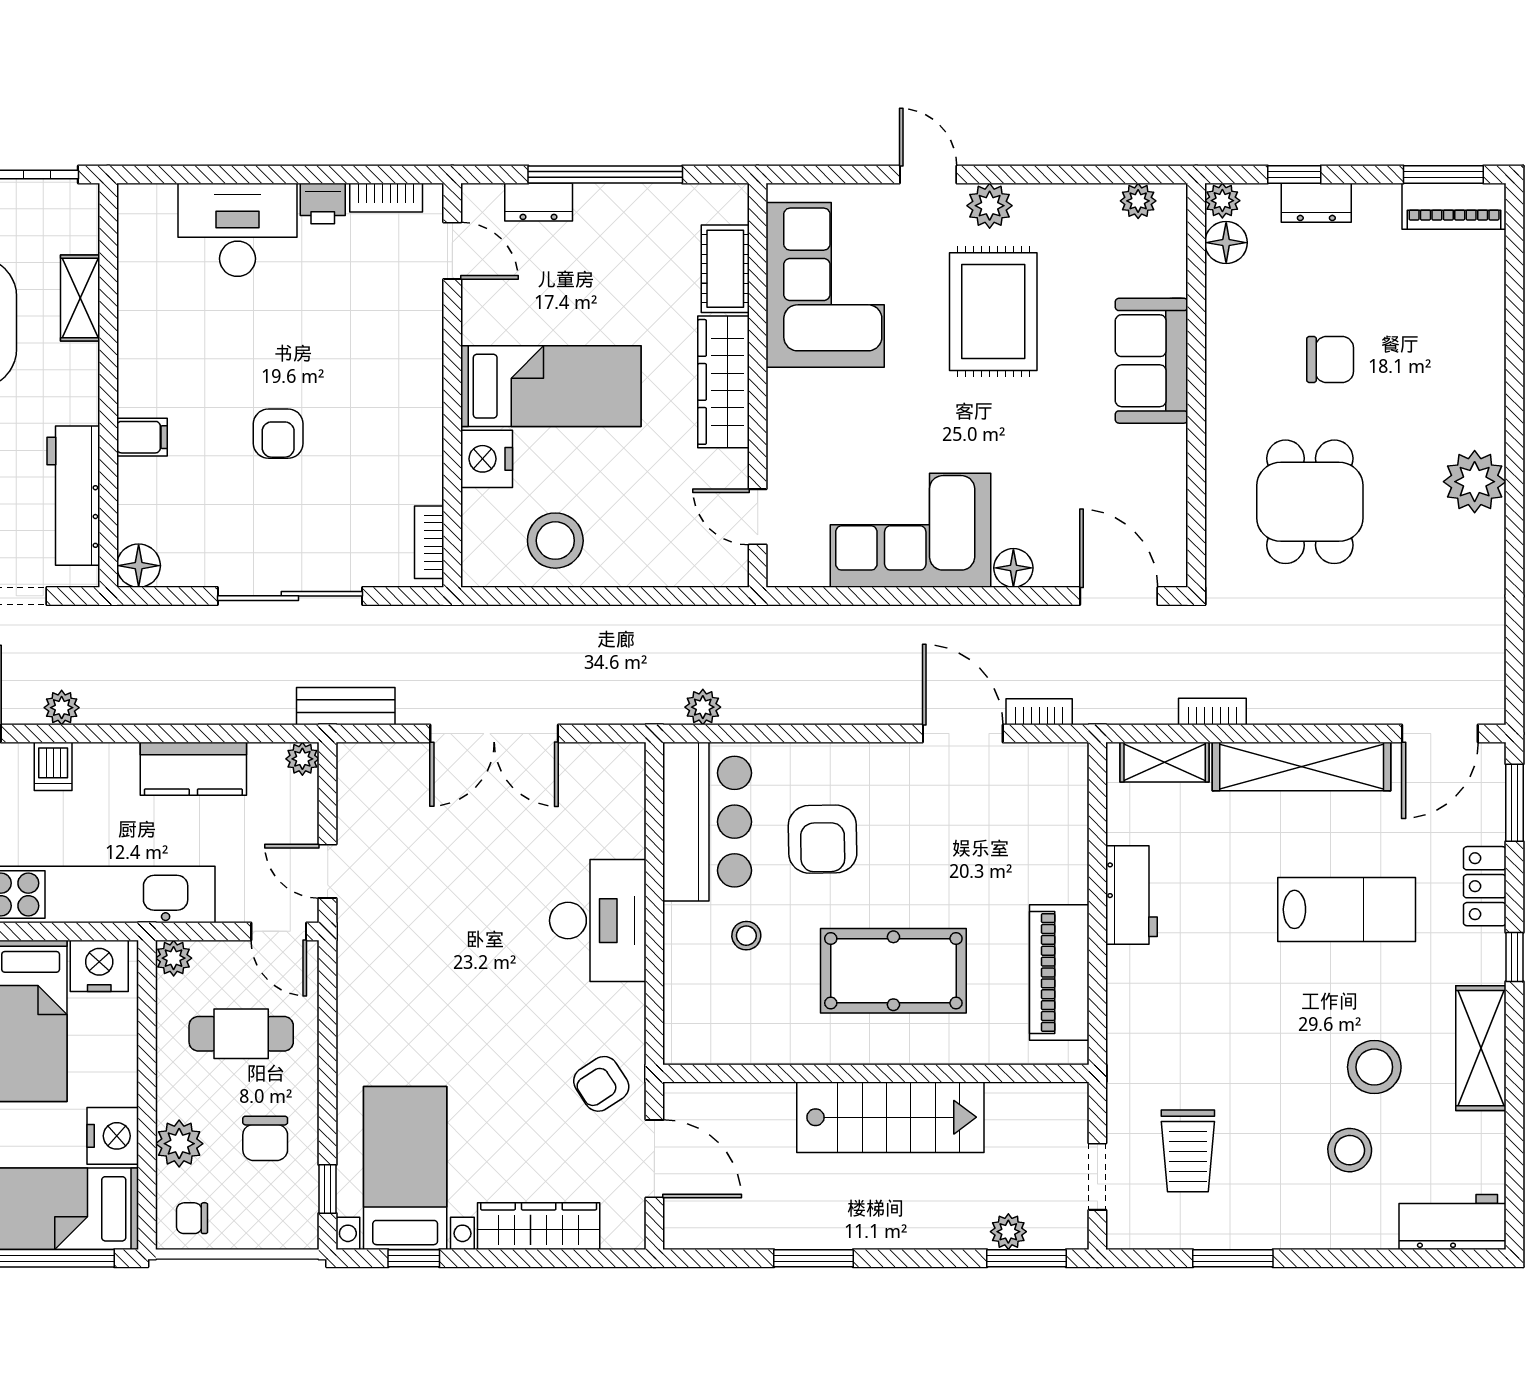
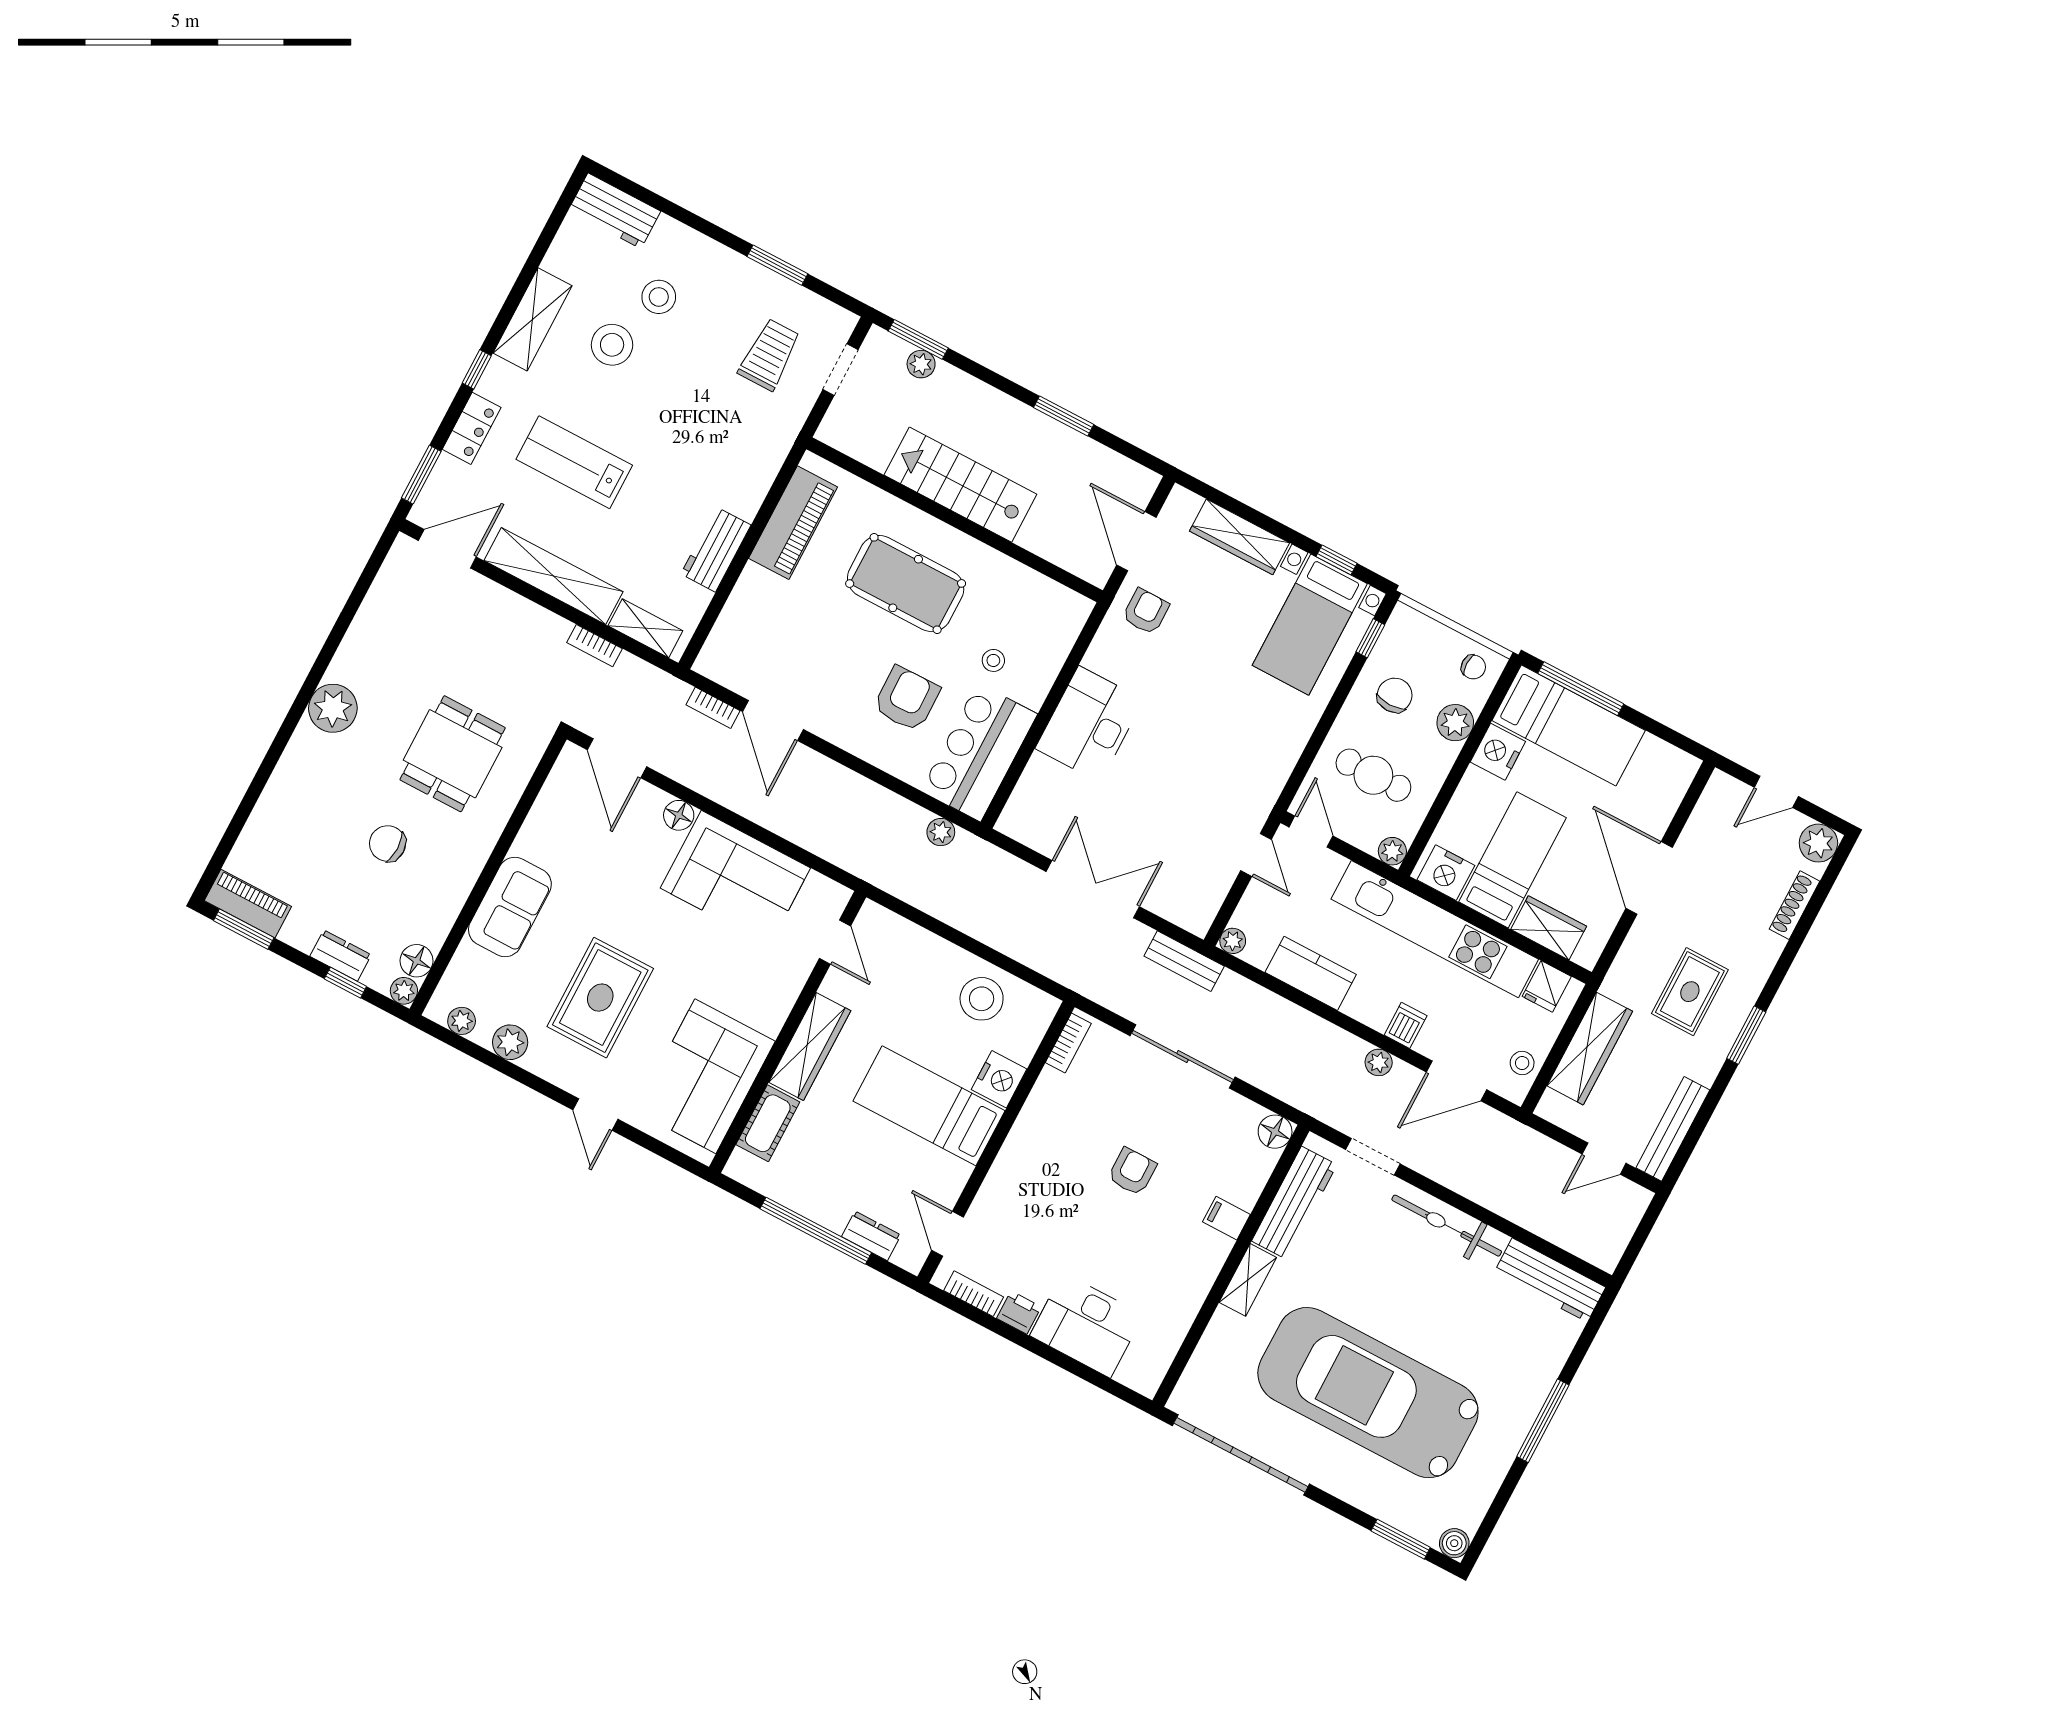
plant: (990, 206) -> (510, 1042), moved
shelving: (80, 298) -> (1248, 1280), moved
armchair: (601, 1084) -> (1146, 611), turned -57

